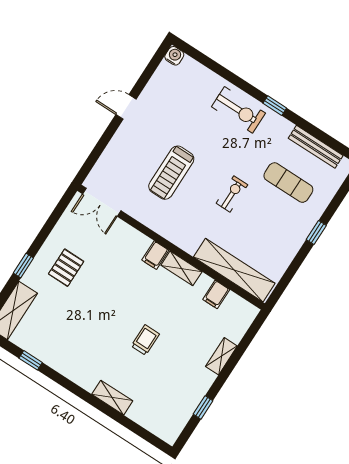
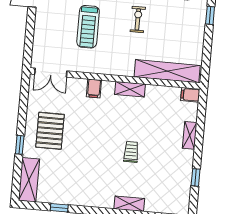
filing cabinet: (155, 255) -> (94, 88), moved
pallet: (66, 268) -> (50, 131), width x1.50, depth x1.42
filing cabinet: (216, 295) -> (190, 95), moved, turned 90

